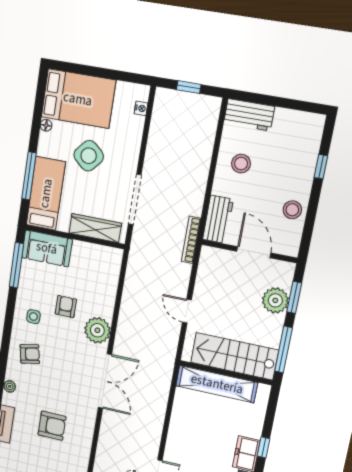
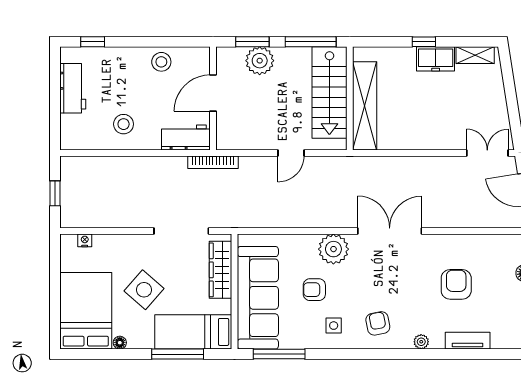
workbench: (249, 115) -> (73, 88), moved
window: (321, 167) -> (93, 42), moved
sofa: (47, 248) -> (258, 298), width x1.85, depth x1.27

